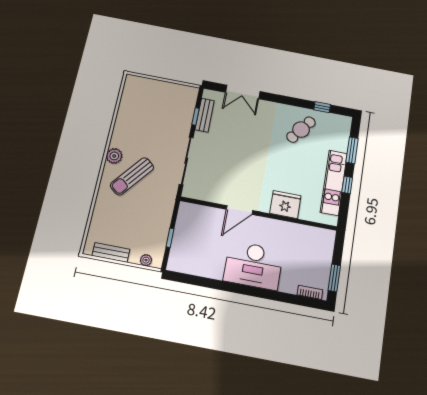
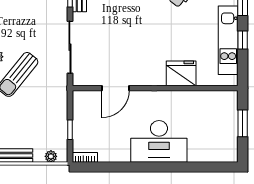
door: (239, 210) -> (115, 88), moved
window: (334, 278) -> (243, 123), moved
bookcase: (310, 292) -> (85, 157), moved

